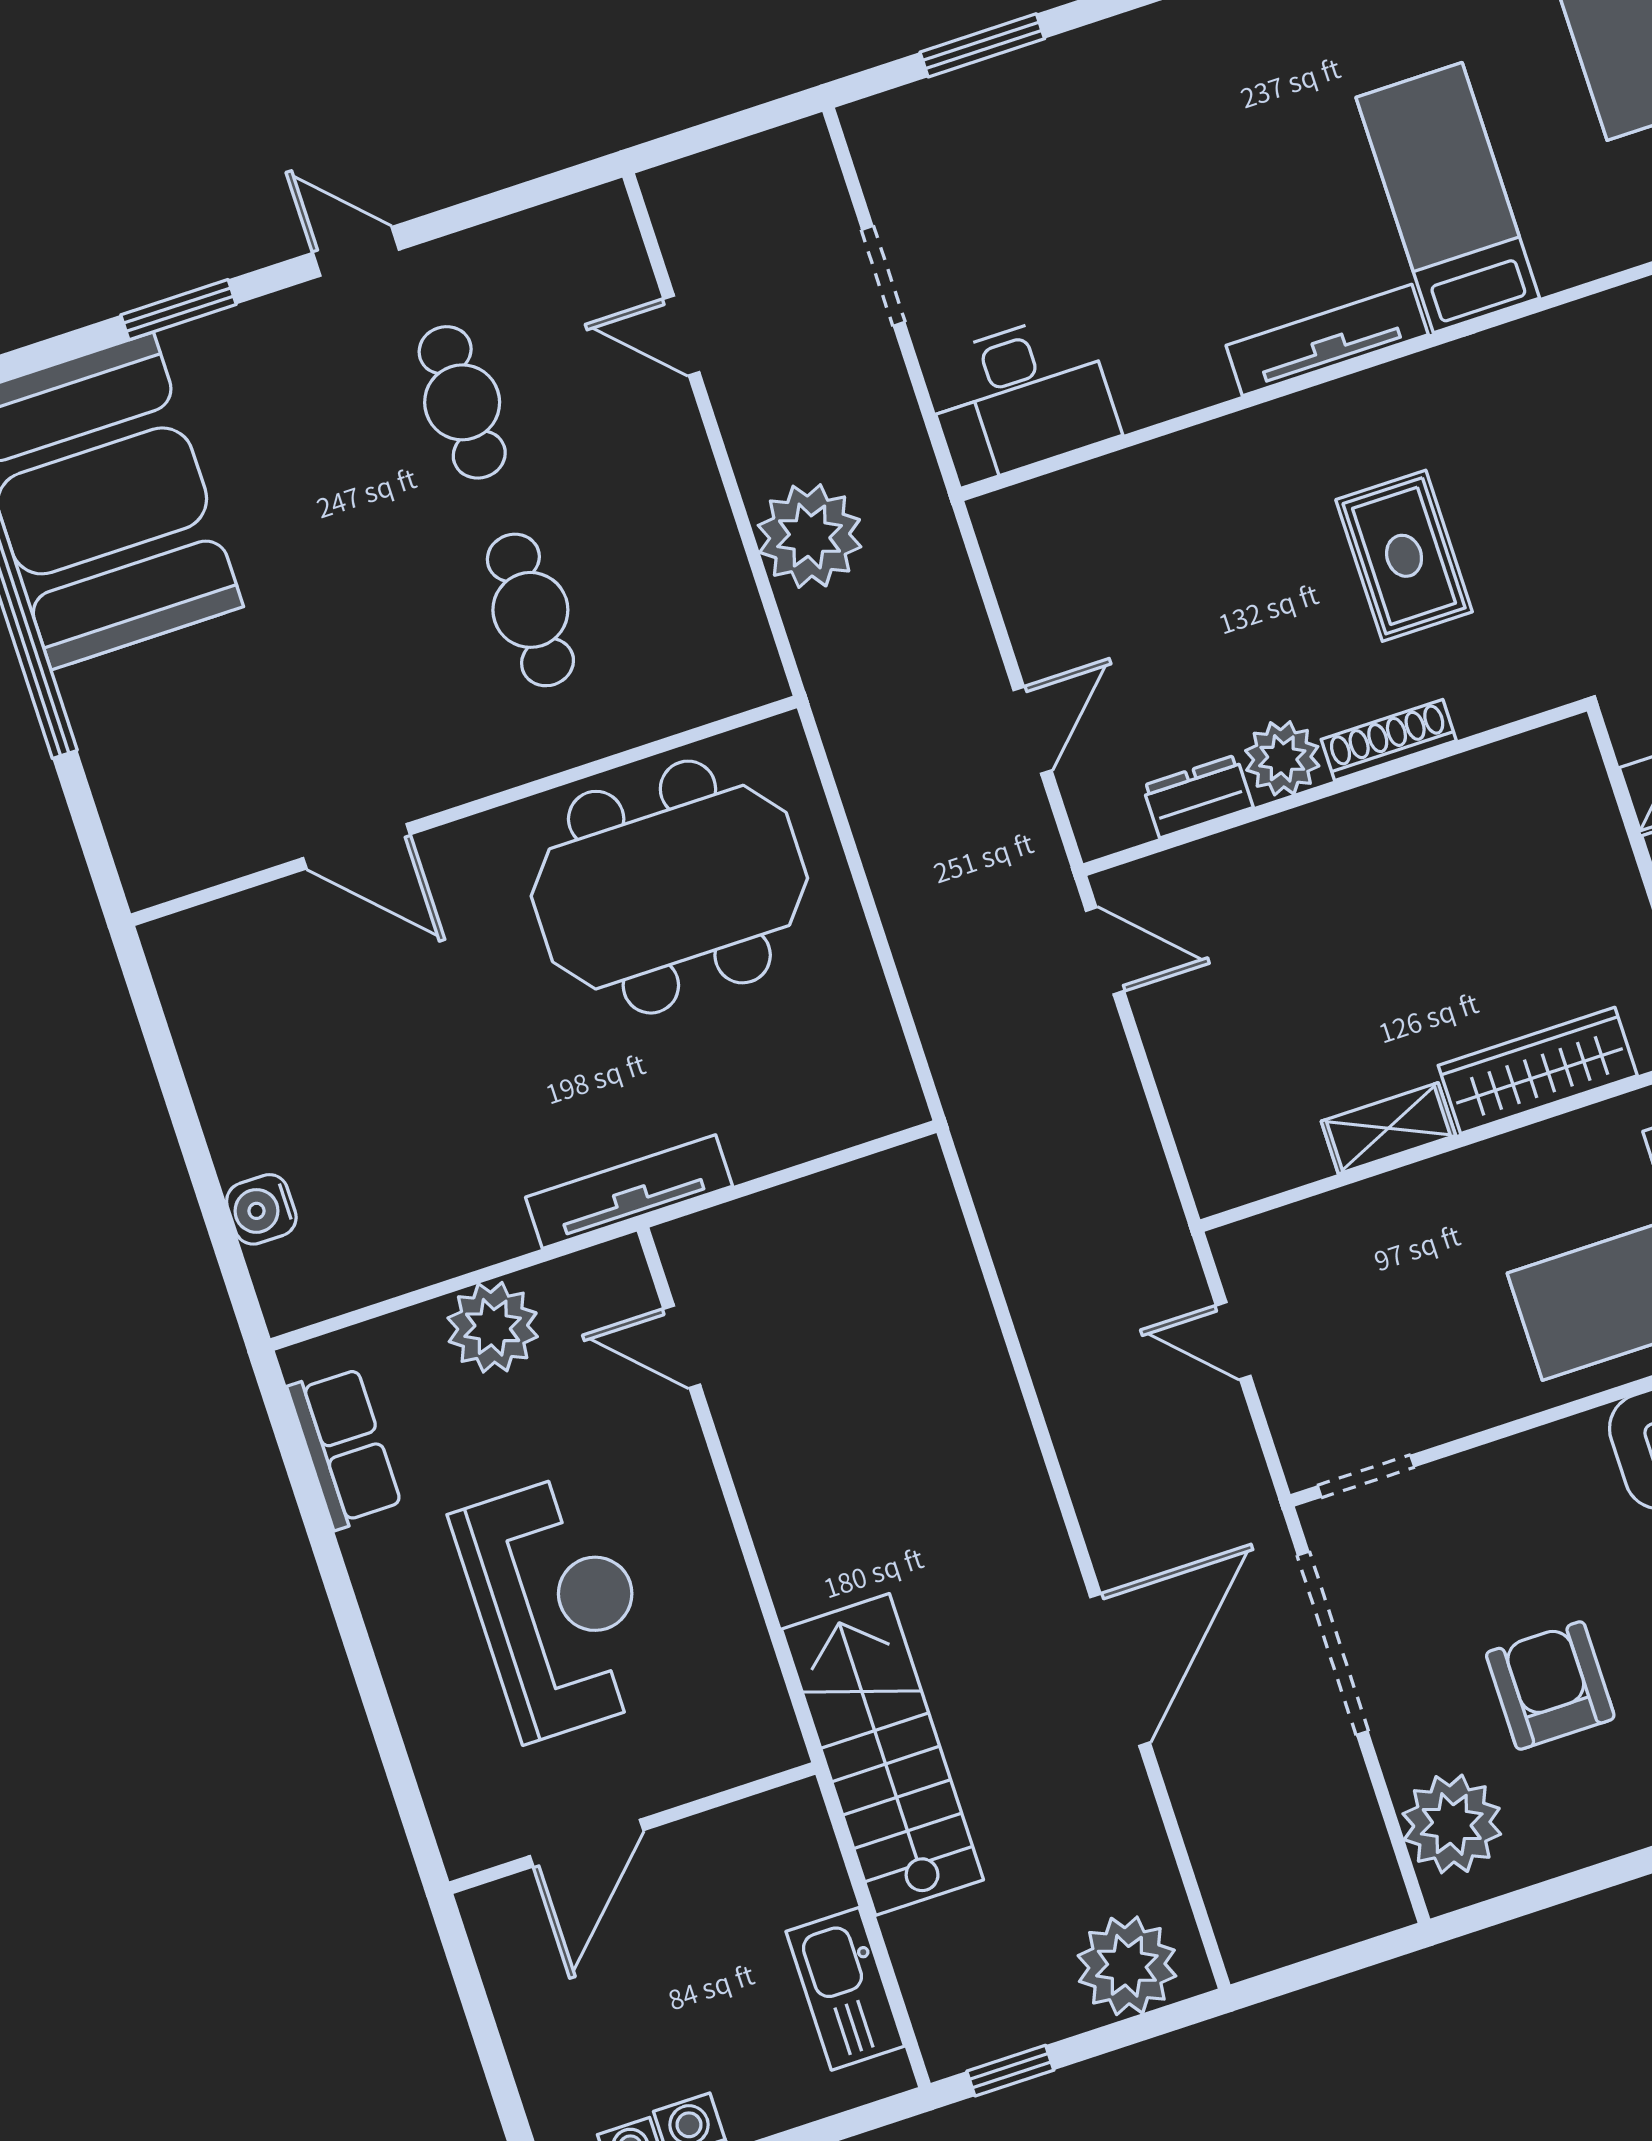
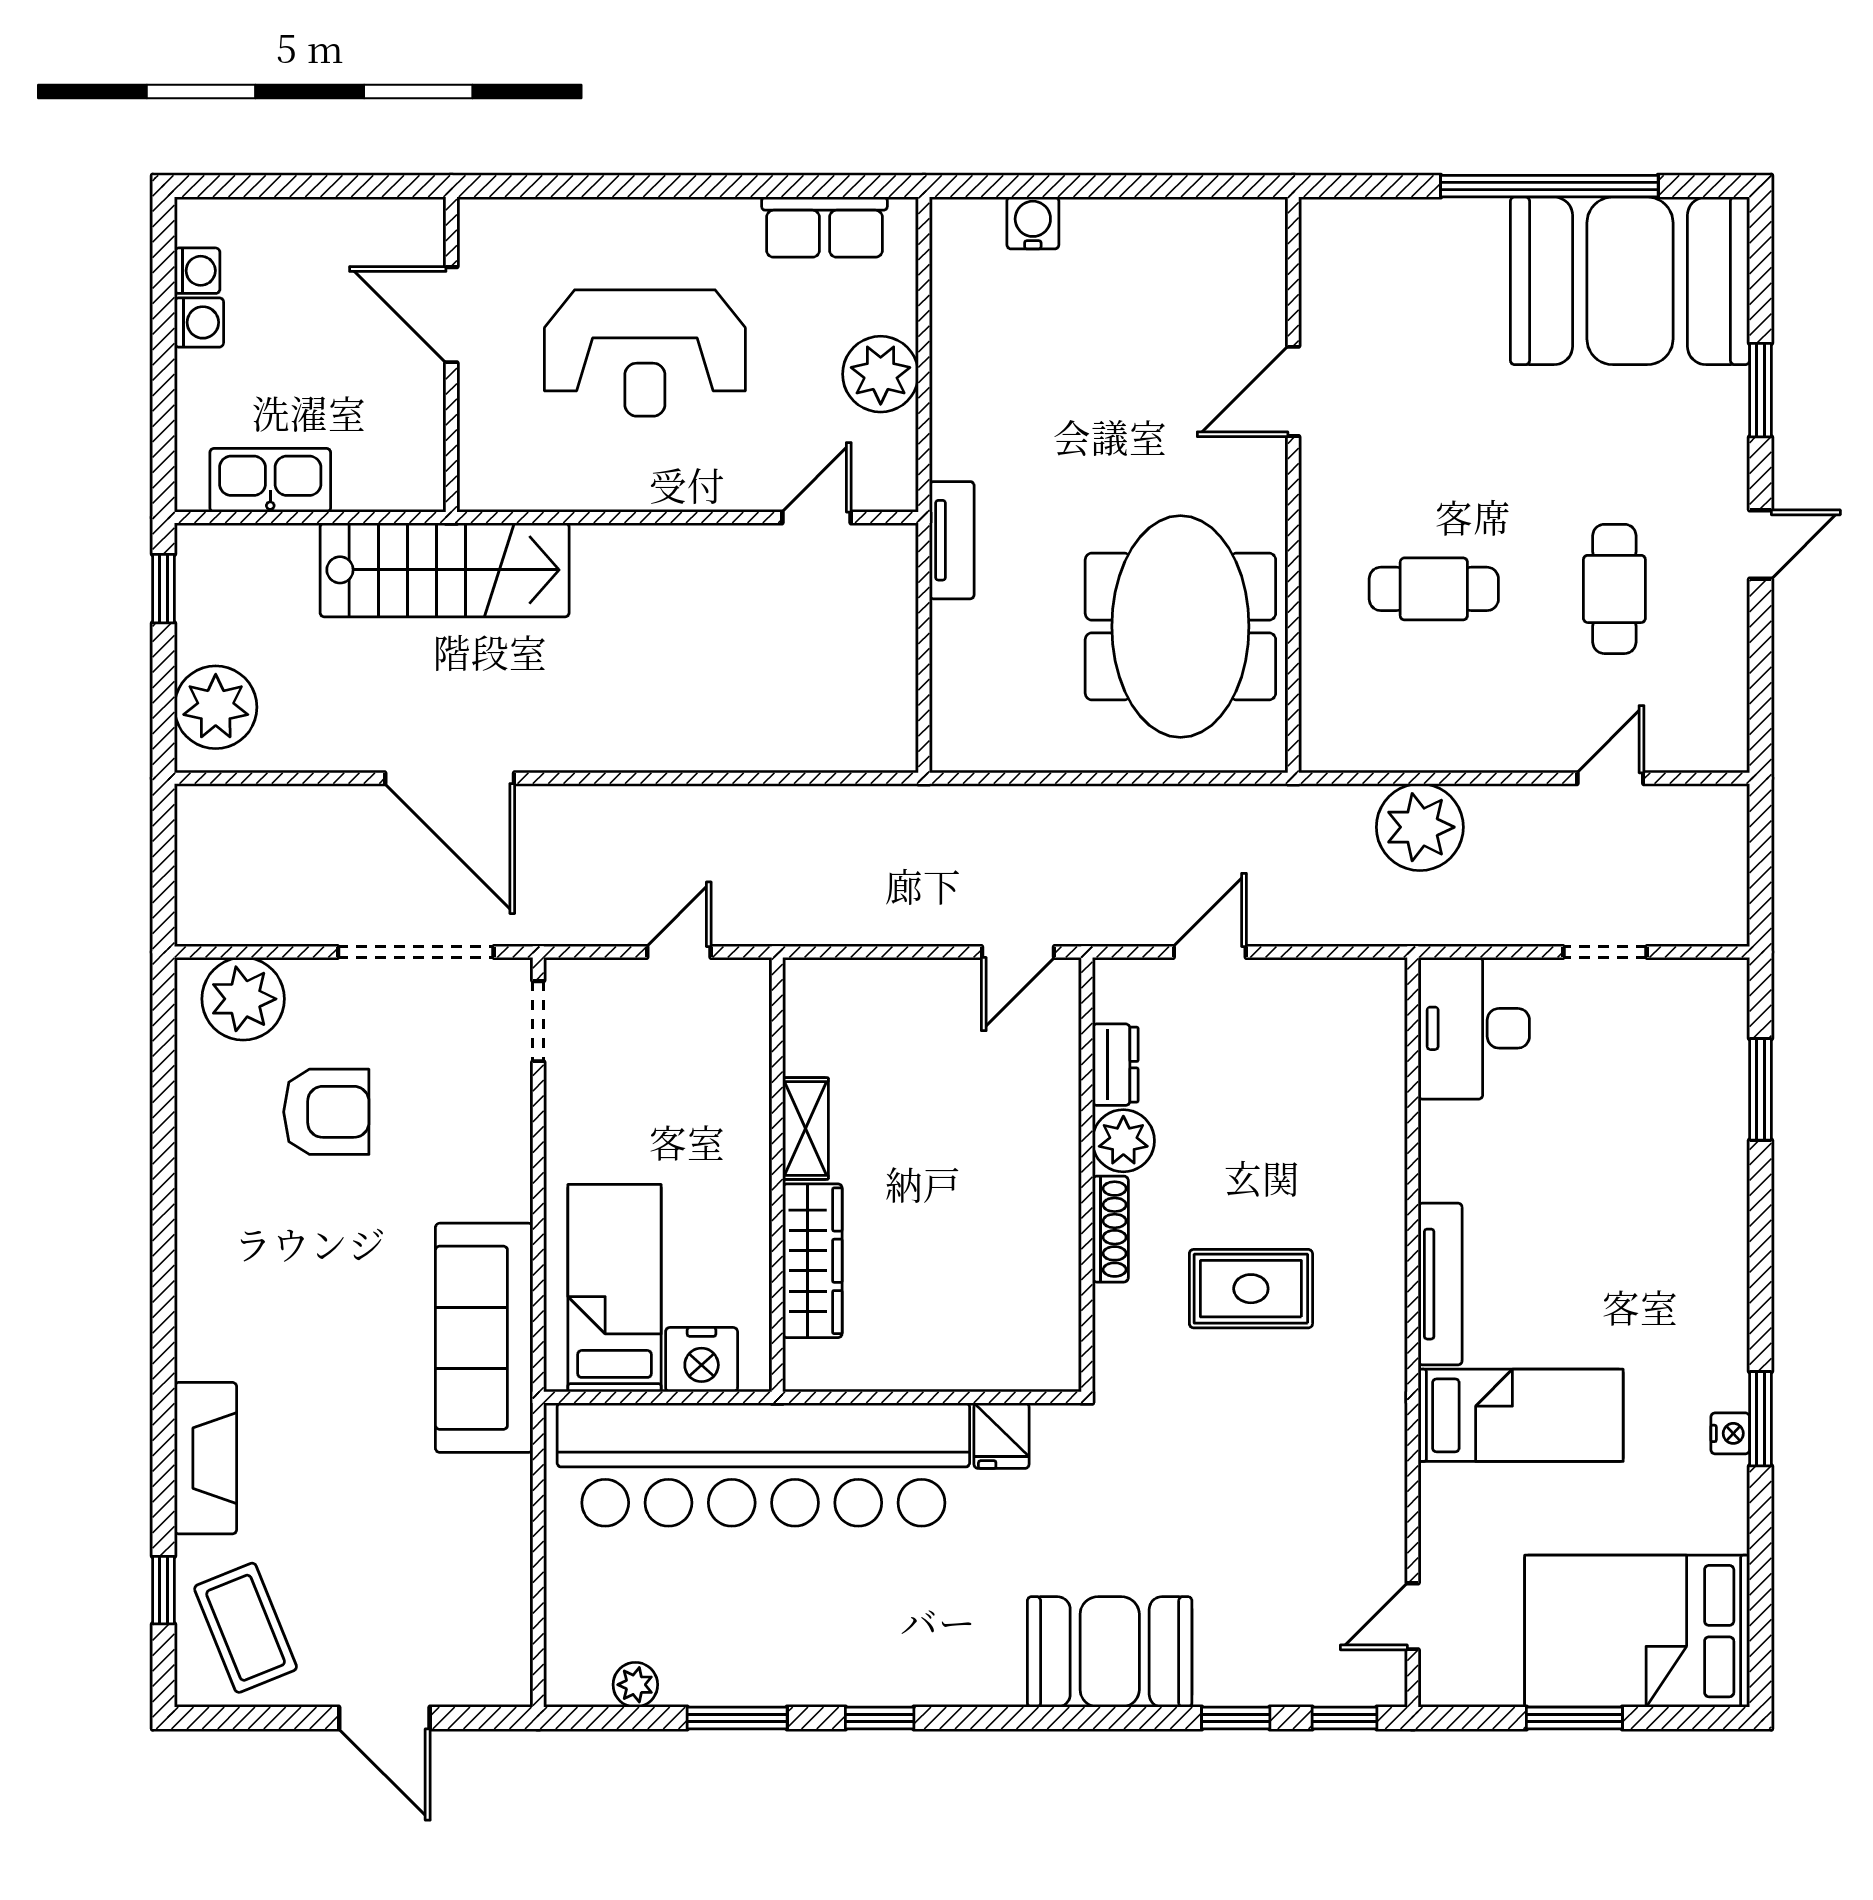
cafe table: (462, 402) -> (1614, 589), turned 90
door: (1033, 730) -> (1210, 952), swing flipped
tv unit: (629, 1192) -> (952, 540), width x0.71

